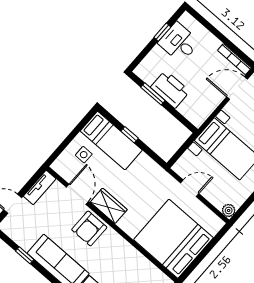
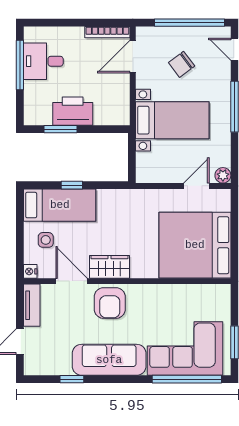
window: (162, 32) -> (20, 65), width x2.17
nightstand: (57, 166) -> (30, 271), added
door: (190, 188) -> (196, 186), moved

